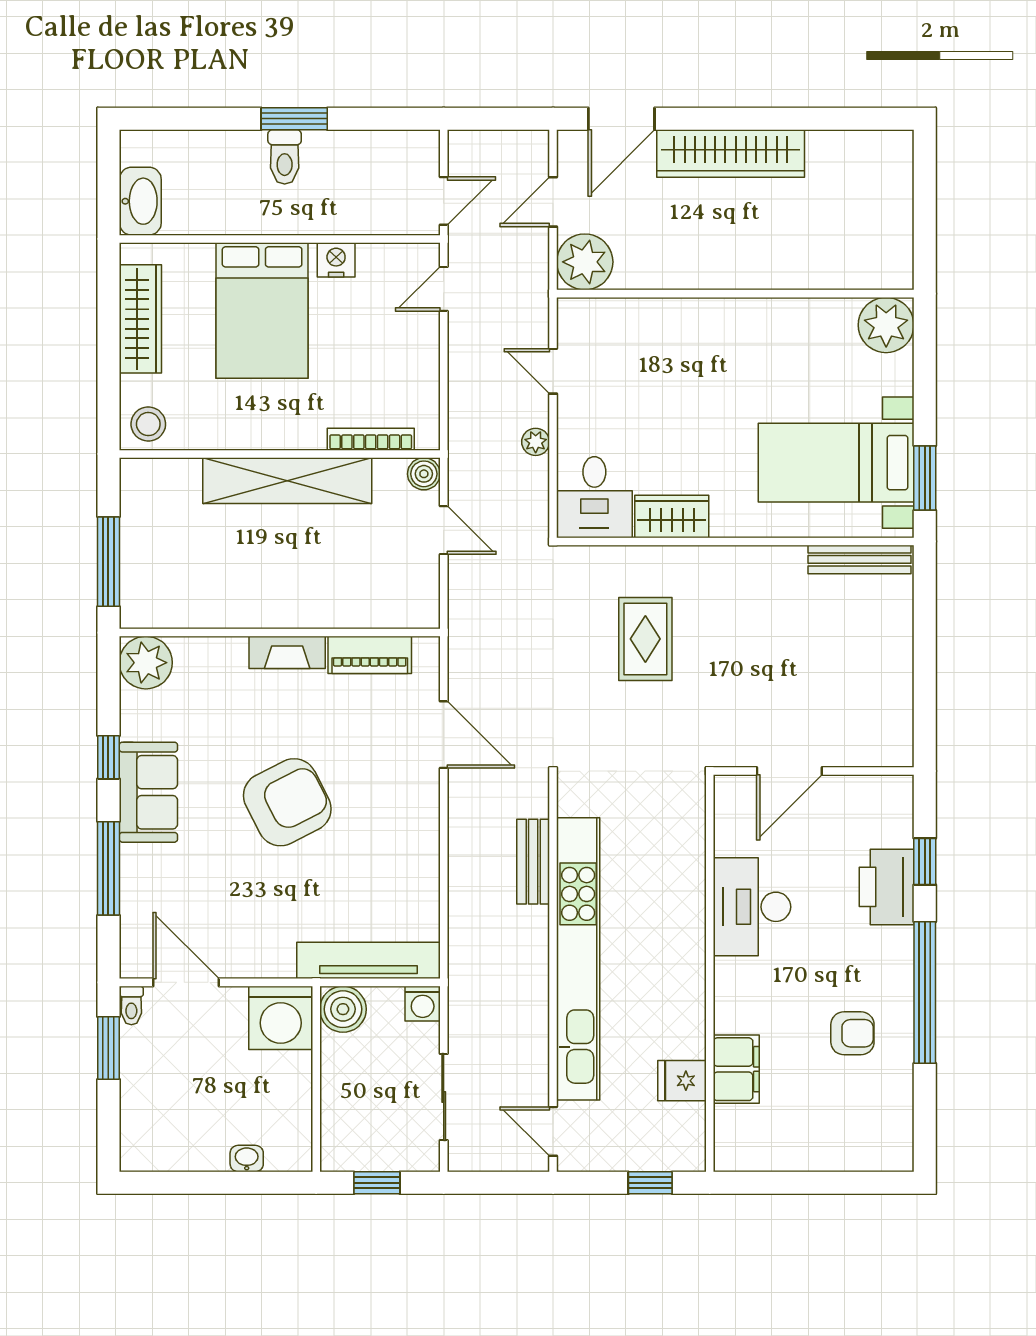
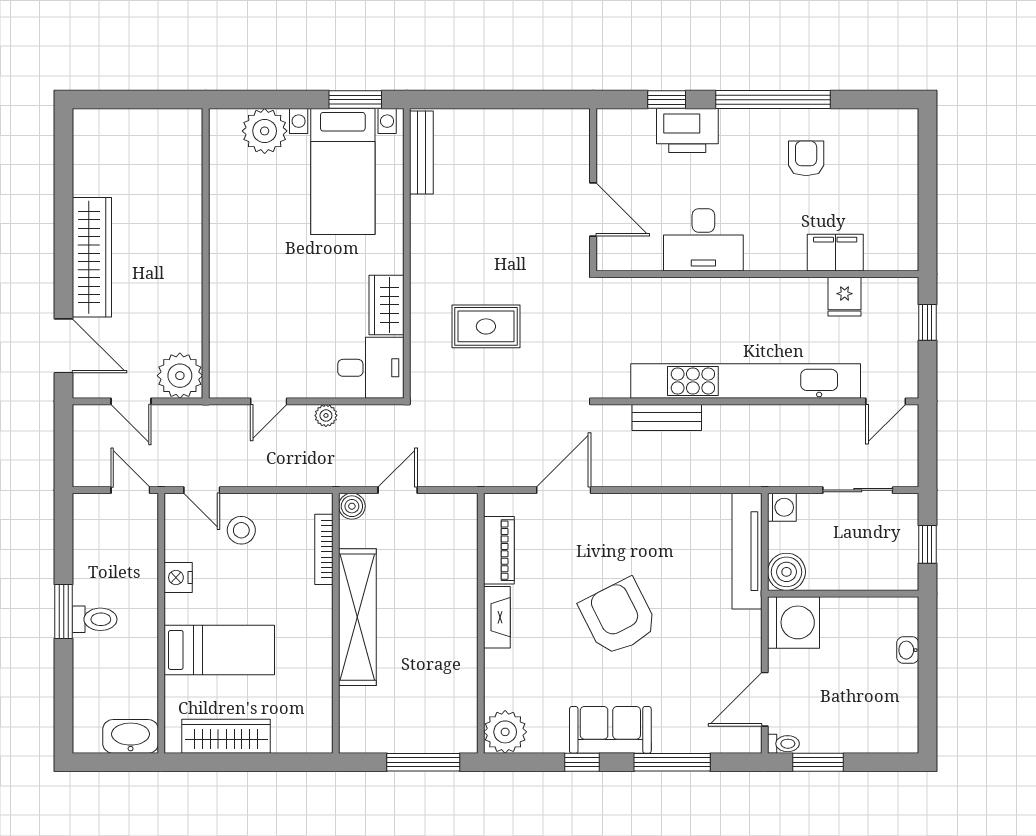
bed: (262, 311) -> (219, 650), width x0.67
plant: (886, 325) -> (265, 131), moved
stool: (148, 424) -> (241, 530), moved

